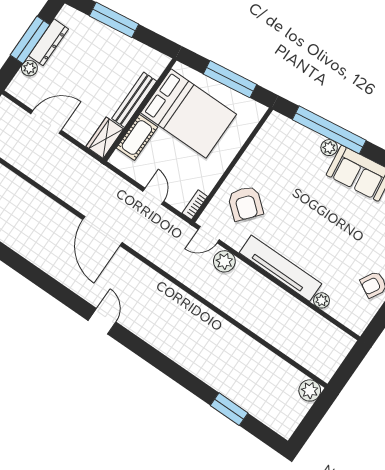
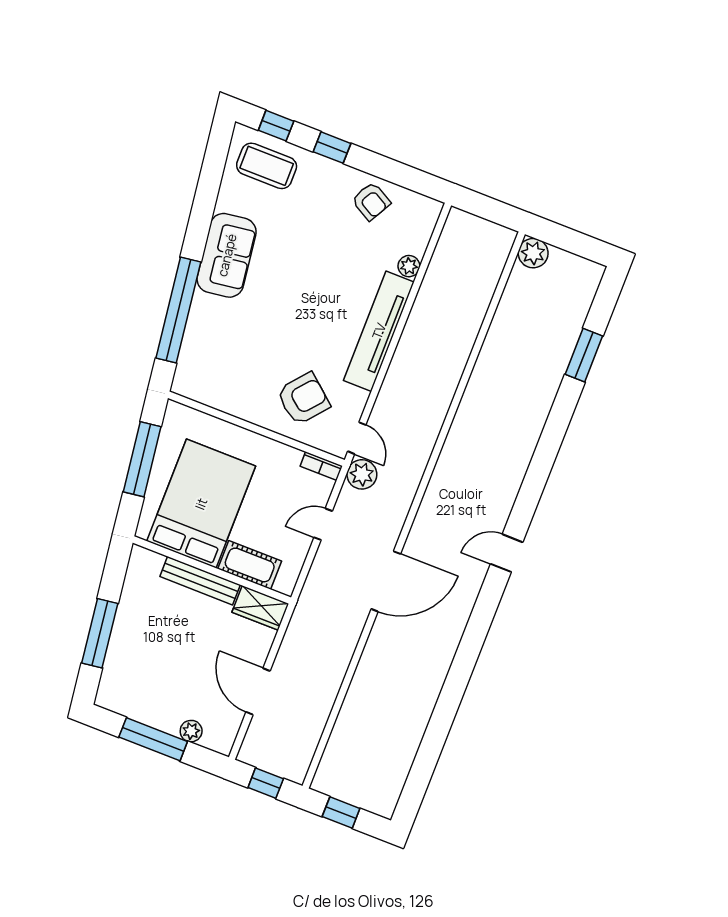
dresser: (48, 42) -> (151, 714), removed
plant: (329, 148) -> (202, 305), removed
plant: (224, 261) -> (362, 474), moved

